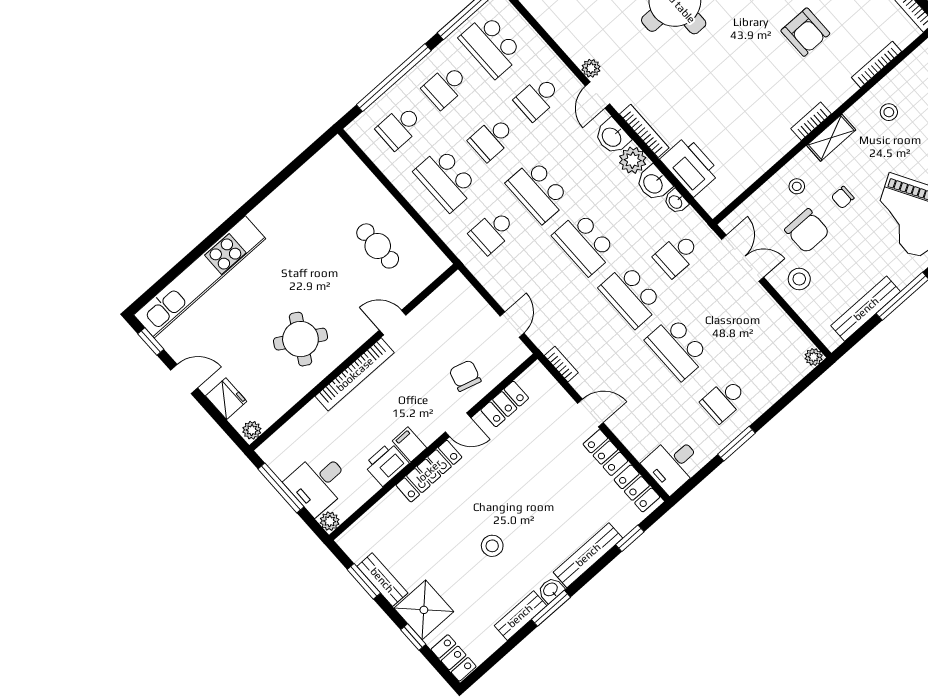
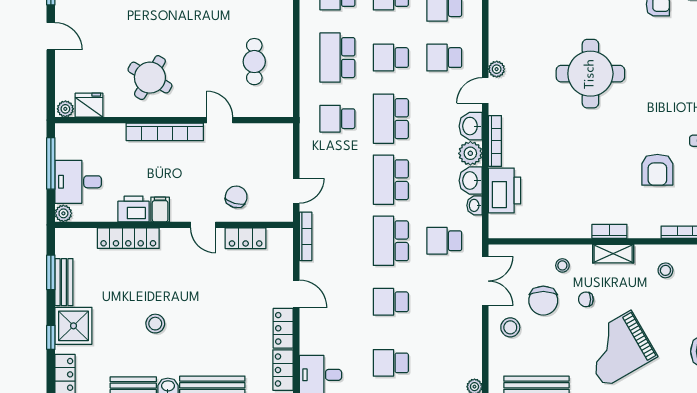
school desk: (677, 348) -> (391, 302), width x0.54
bookcase: (561, 364) -> (306, 236), width x1.56
fridge: (226, 399) -> (89, 105), moved, turned -90
locker: (429, 471) -> (128, 238), moved

